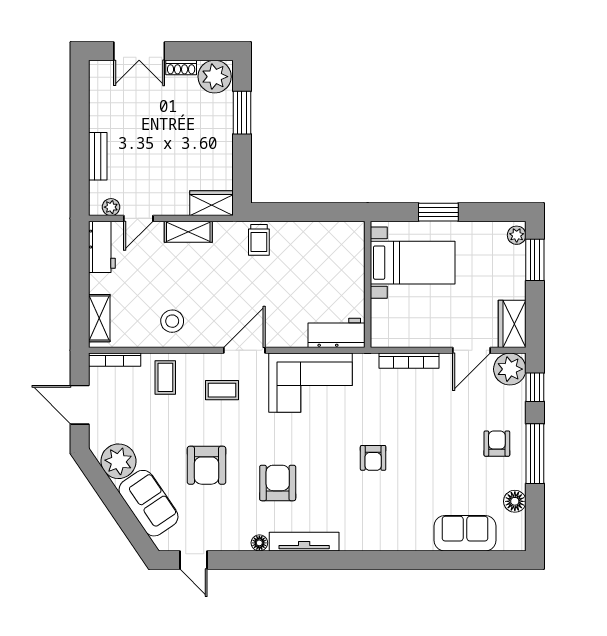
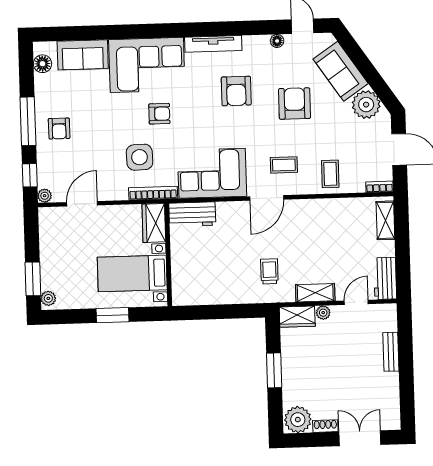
window: (242, 113) -> (274, 370), moved
plant: (111, 207) -> (323, 313), moved
trolley: (259, 240) -> (269, 271), moved
stool: (172, 321) -> (326, 220), removed
wardrobe: (512, 324) -> (154, 223), moved, turned 180
bookcase: (115, 360) -> (380, 187), width x0.64
bookcase: (409, 361) -> (153, 193), moved
plant: (510, 369) -> (45, 196), width x0.53, depth x0.53
side table: (399, 405) -> (140, 157), added
armchair: (373, 458) -> (159, 114), turned 90
floor lamp: (515, 501) -> (42, 64), moved
corner sofa: (387, 518) -> (147, 65), added
floor lamp: (259, 543) -> (277, 41), moved

